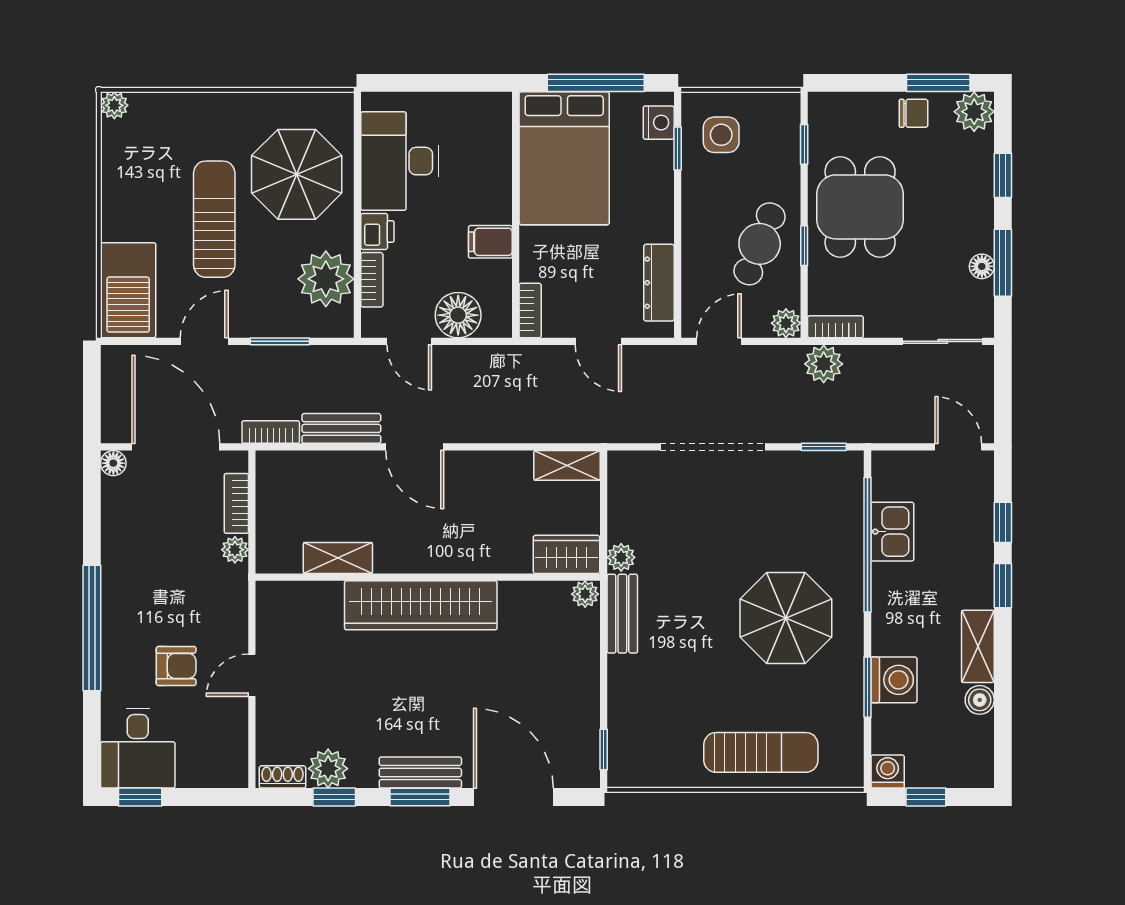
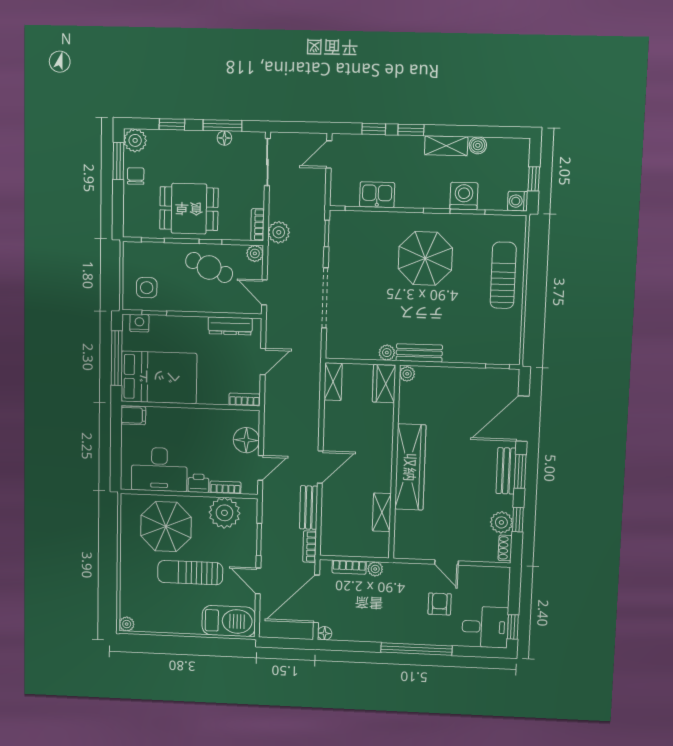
filing cabinet: (490, 242) -> (133, 415), moved, turned -90

